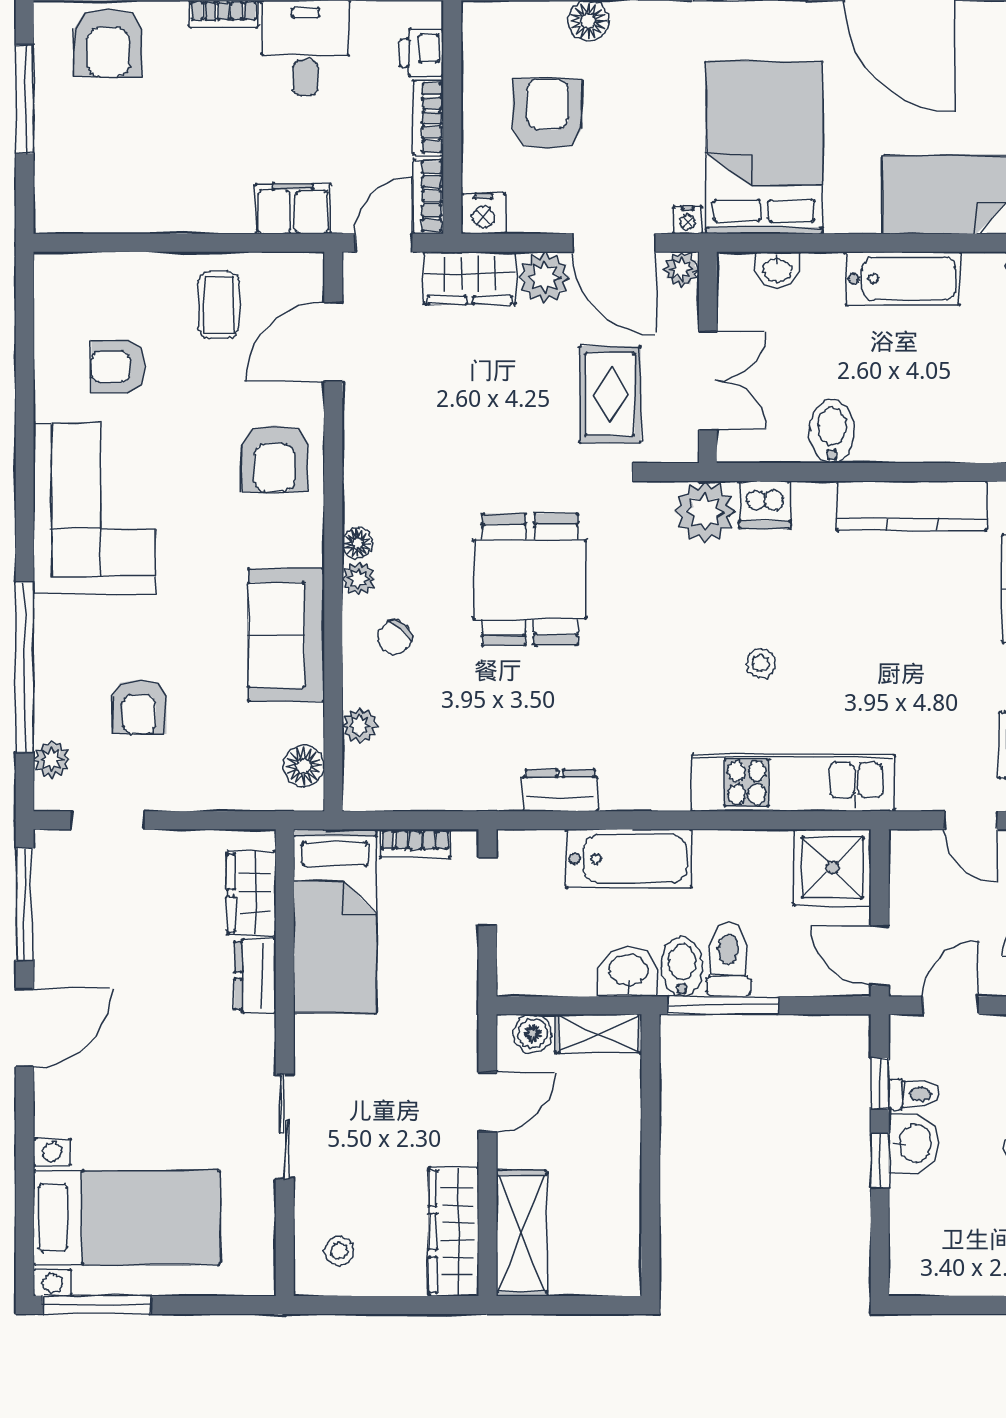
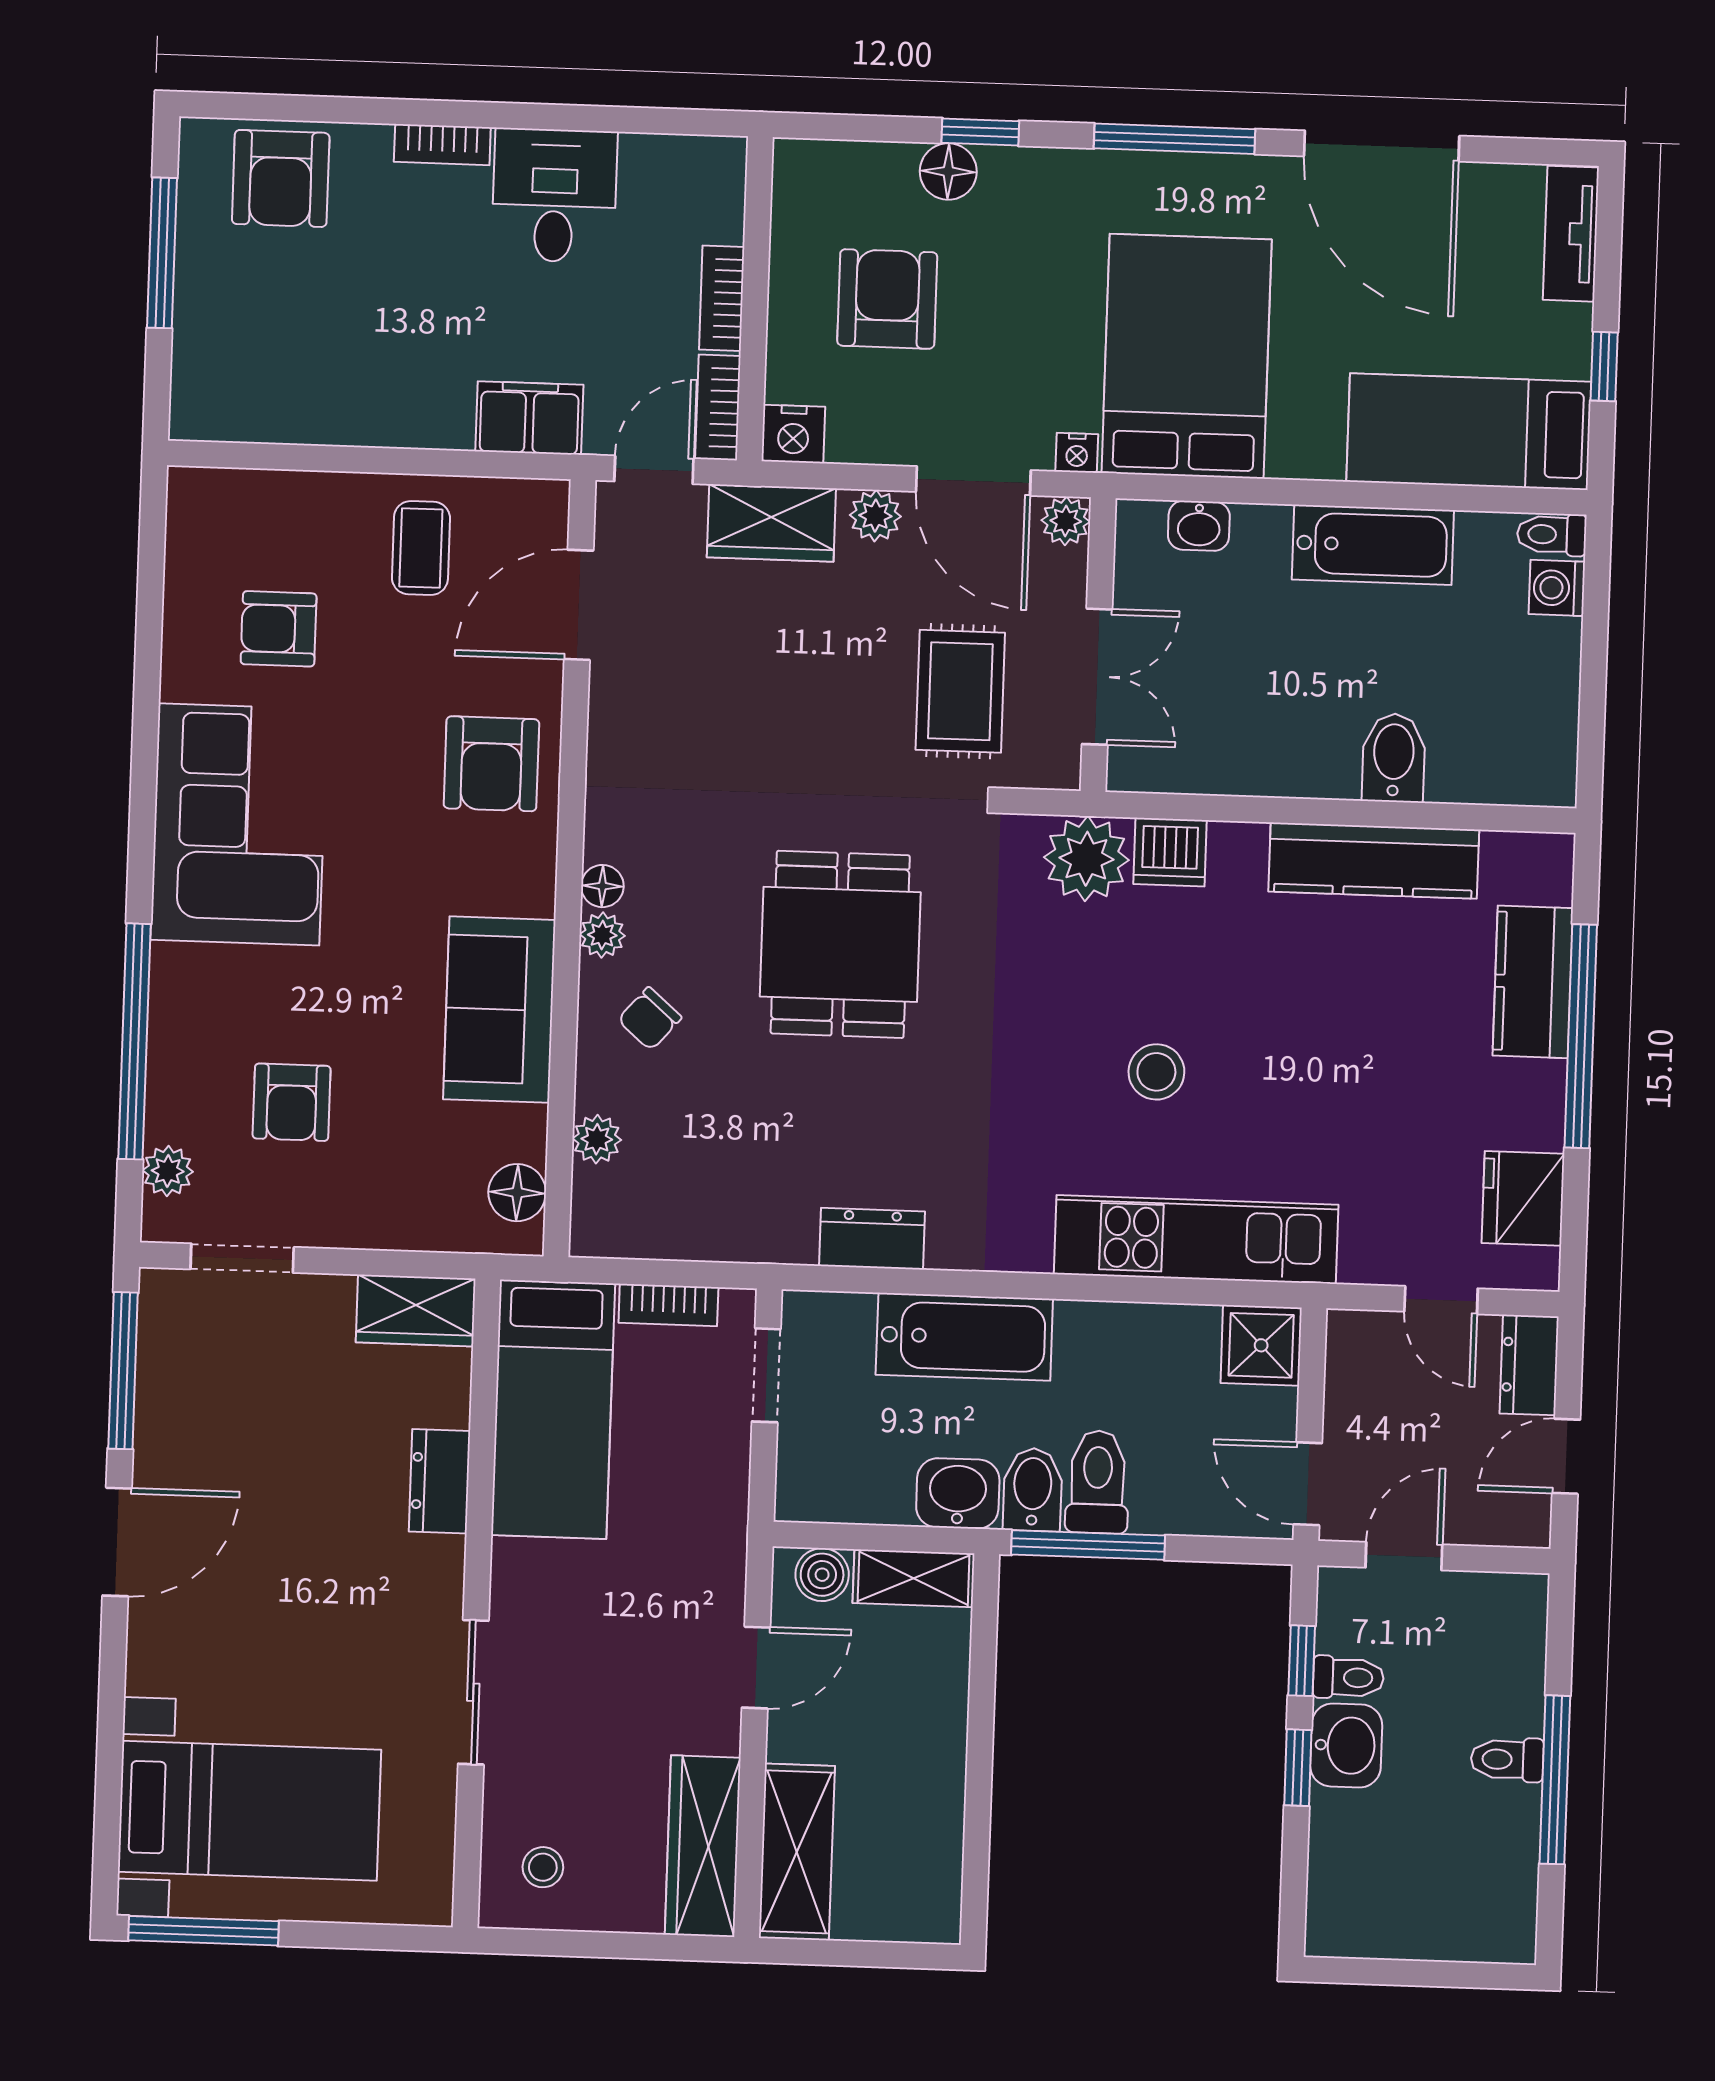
printer: (422, 53) -> (716, 208), removed
plant: (544, 277) -> (875, 516), width x0.73, depth x0.73
bidet: (832, 431) -> (1394, 758), moved
stool: (761, 663) -> (1156, 1072), width x1.37, depth x1.37
shower: (832, 868) -> (1261, 1345), width x0.73, depth x0.73
wardrobe: (251, 893) -> (416, 1311), moved, turned -90

